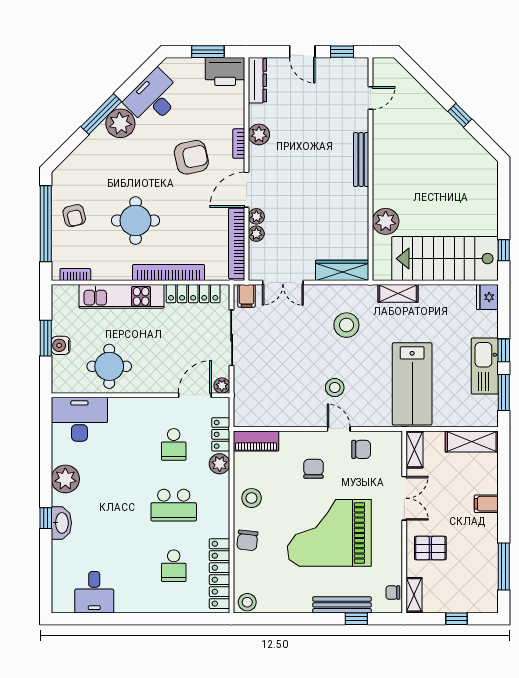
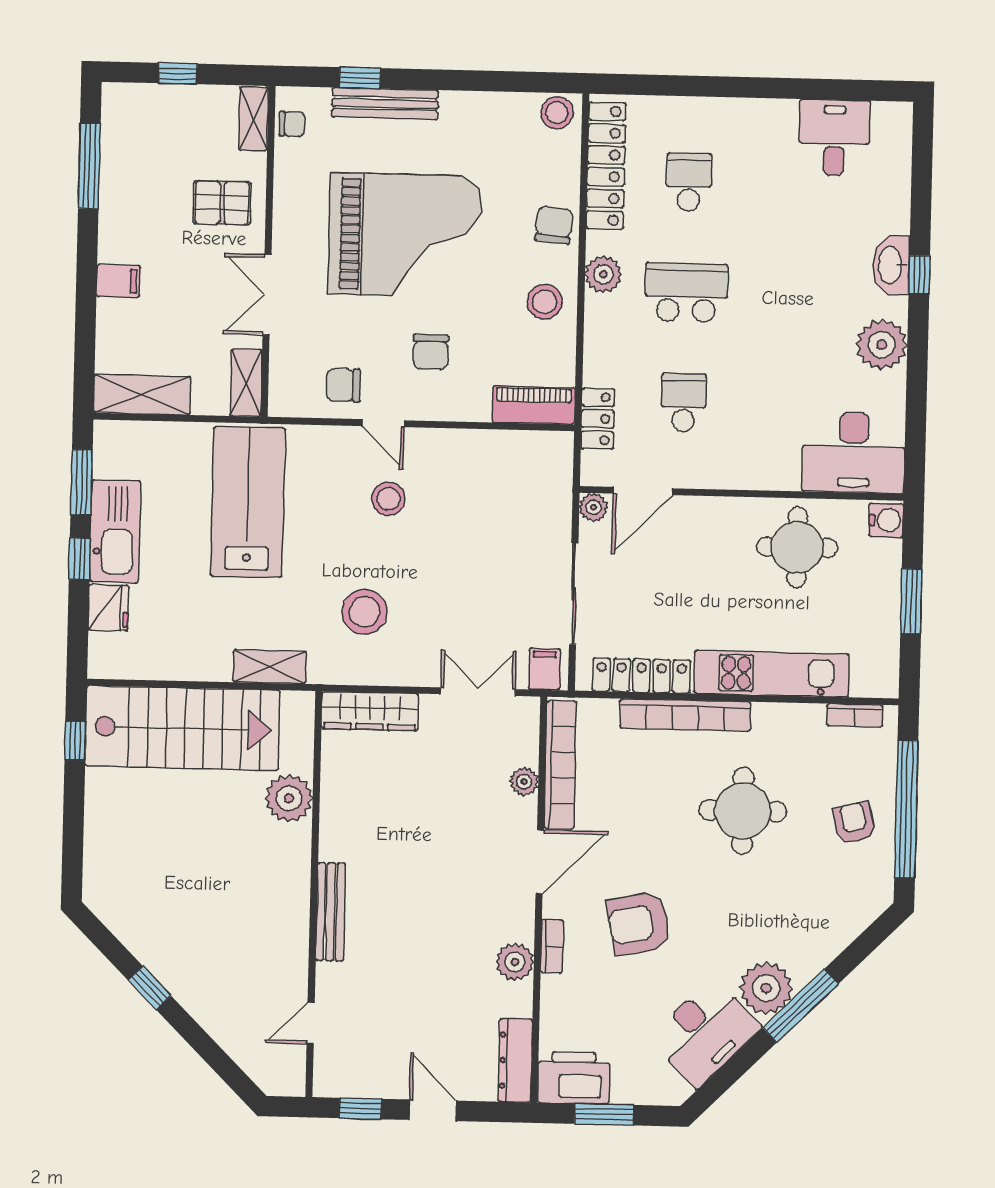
plant: (256, 216) -> (523, 813), removed
fridge: (487, 297) -> (108, 608), moved
water cooler: (61, 345) -> (886, 520), moved
plant: (220, 464) -> (603, 274), moved

